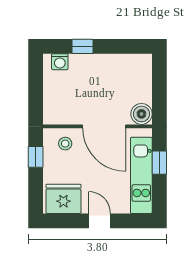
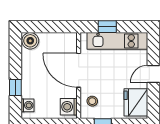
washing machine: (58, 114) -> (69, 107), added
boiler: (141, 114) -> (30, 41), moved
door: (104, 126) -> (79, 70), swing flipped

